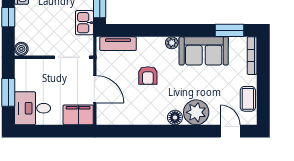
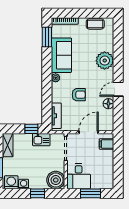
boiler: (21, 49) -> (56, 180), width x1.86, depth x1.86
desk: (32, 108) -> (79, 176), moved
filing cabinet: (78, 115) -> (106, 144), width x0.50
floor lamp: (175, 118) -> (108, 104), moved
door: (230, 131) -> (118, 89), moved

